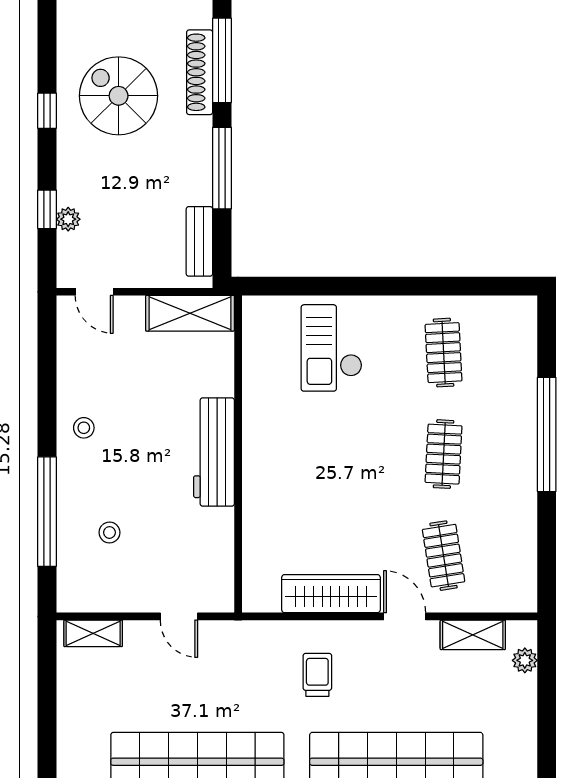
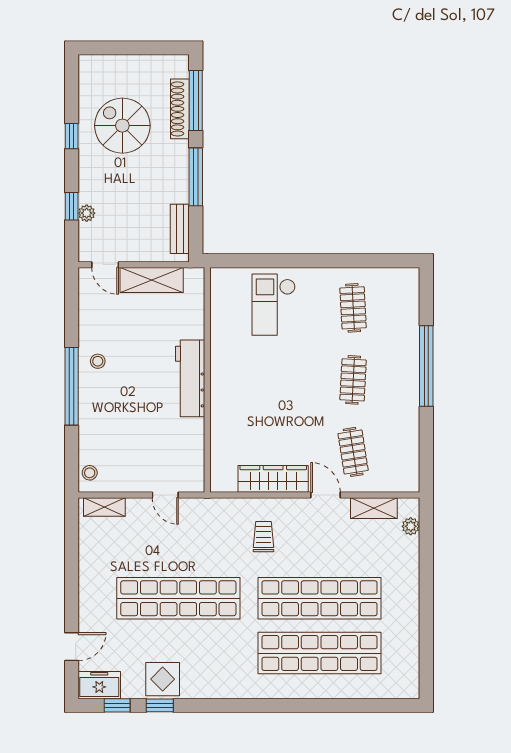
shelving: (190, 313) -> (152, 280), moved
window: (47, 512) -> (72, 386), moved
stool: (109, 532) -> (90, 473), moved

